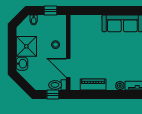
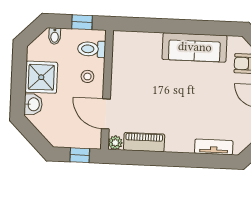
toilet: (57, 85) -> (92, 49), moved
plant: (120, 86) -> (115, 143), moved

